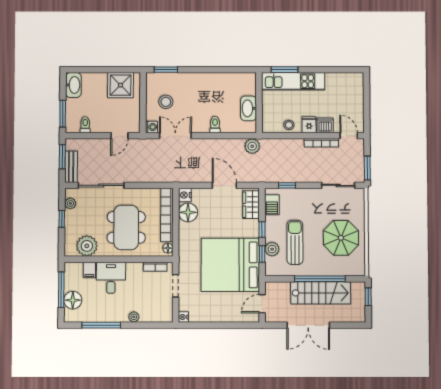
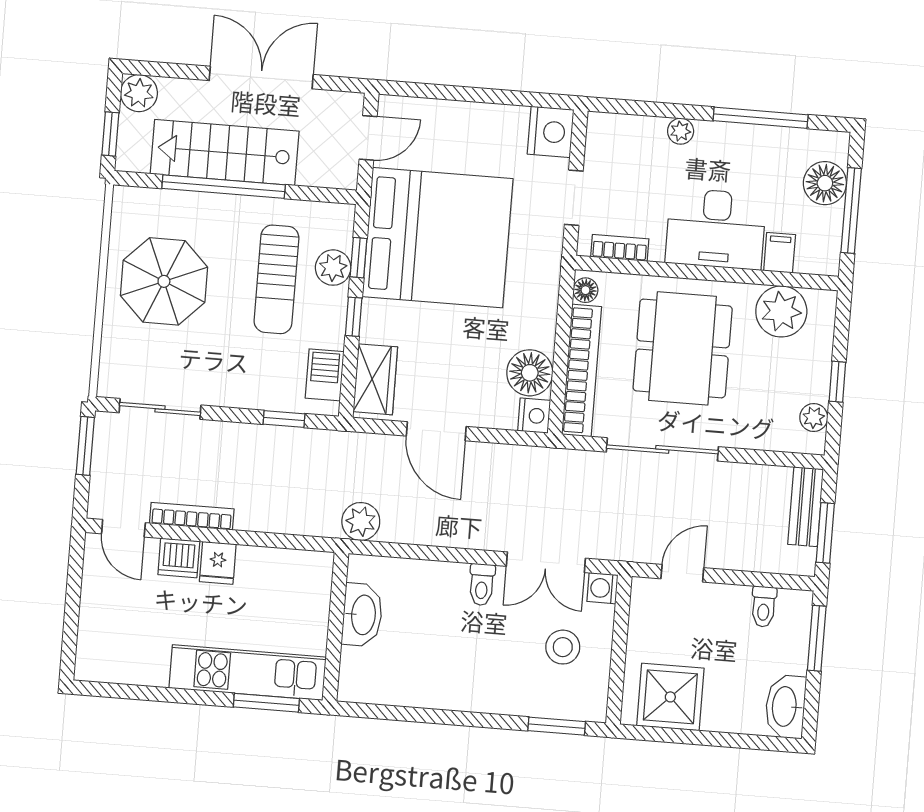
toilet: (215, 125) -> (482, 585), moved
stool: (289, 125) -> (267, 566), removed
sliding door: (101, 185) -> (662, 449), moved
desk: (111, 278) -> (716, 229), width x1.37
plant: (358, 315) -> (139, 93), added
nightstand: (183, 317) -> (551, 132), width x1.89, depth x1.79

